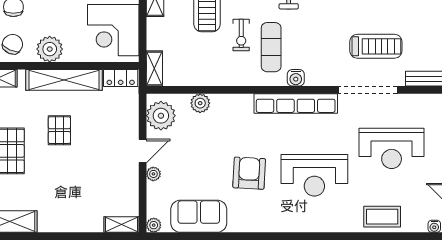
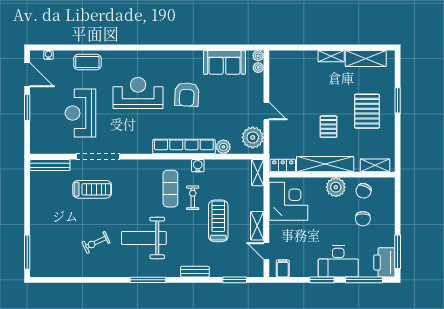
treadmill: (376, 46) -> (92, 189), turned 180
water cooler: (296, 78) -> (198, 166), moved
row of seats: (296, 103) -> (184, 147), moved
reception desk: (392, 148) -> (80, 113), turned -90
door: (143, 151) -> (266, 111), swing flipped
plant: (153, 174) -> (258, 68), moved
shelving: (122, 225) -> (331, 56), moved

